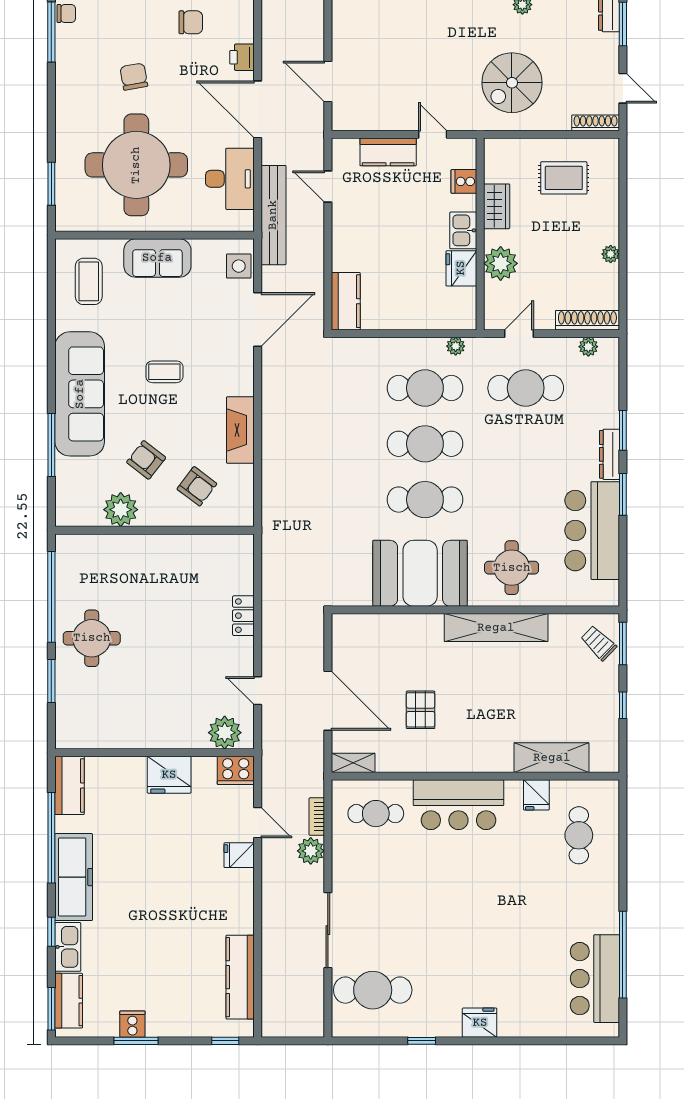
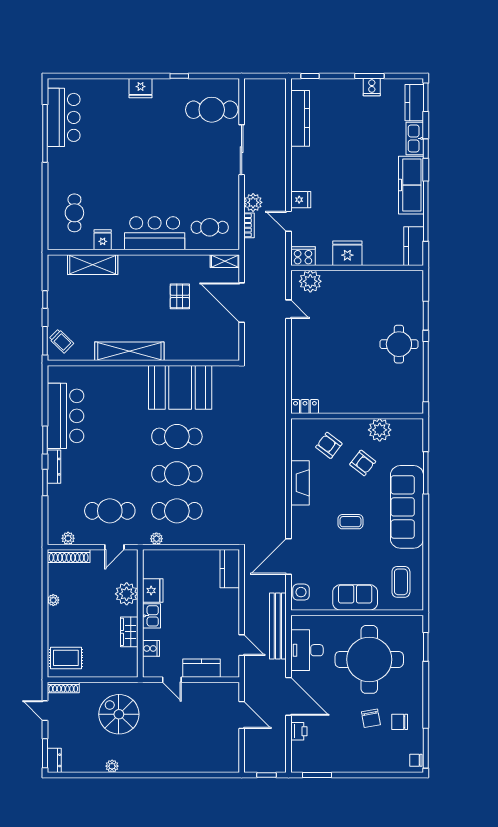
chair: (191, 22) -> (400, 722), moved
spiral stairs: (512, 83) -> (119, 714), turned -90
rug: (564, 178) -> (66, 658), moved
round table: (512, 568) -> (119, 391), removed
locker: (243, 616) -> (305, 407), moved, turned -90

